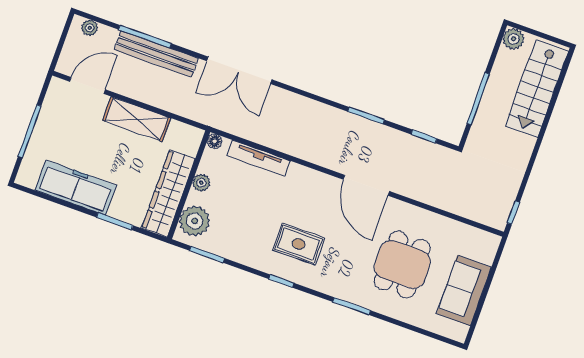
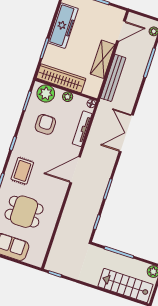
bench: (156, 54) -> (113, 78), moved
double door: (239, 70) -> (126, 133), moved
door: (87, 85) -> (121, 31), hinge flipped
door: (366, 185) -> (75, 170), moved
armchair: (249, 223) -> (45, 124), added
rug: (299, 244) -> (22, 171), moved

